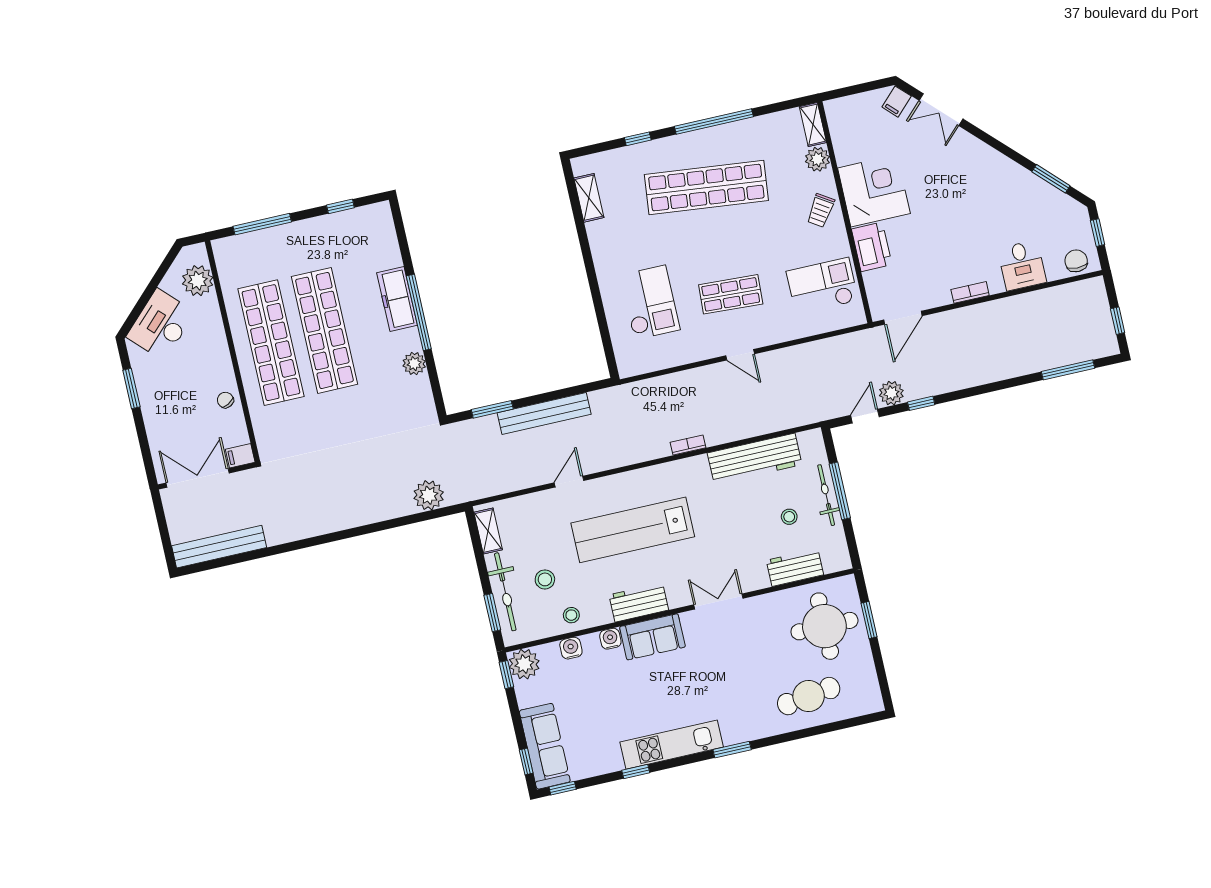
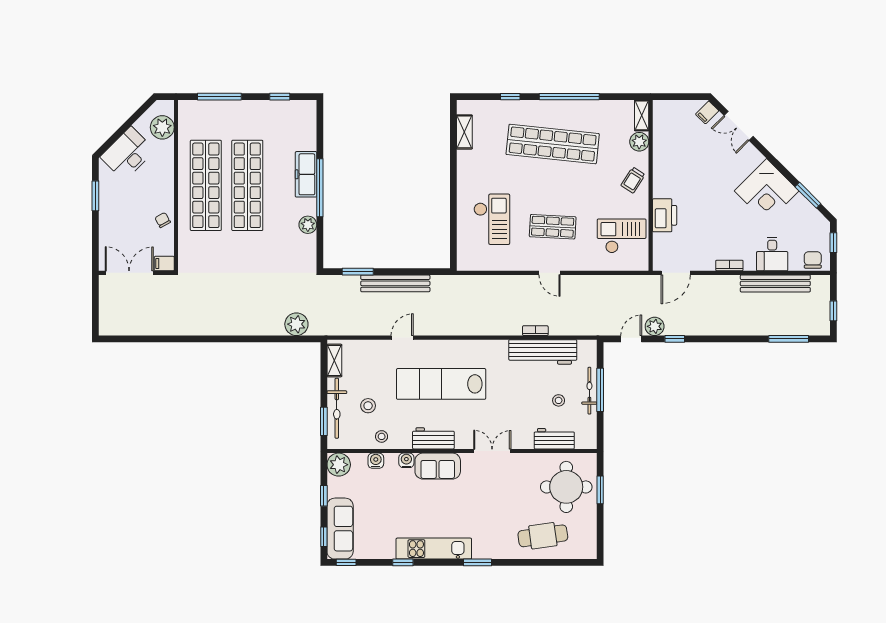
corner desk: (874, 191) -> (767, 191), moved, turned 135
bookcase: (688, 445) -> (535, 331), moved
bench: (219, 547) -> (775, 283), moved
window: (506, 675) -> (324, 496), moved

